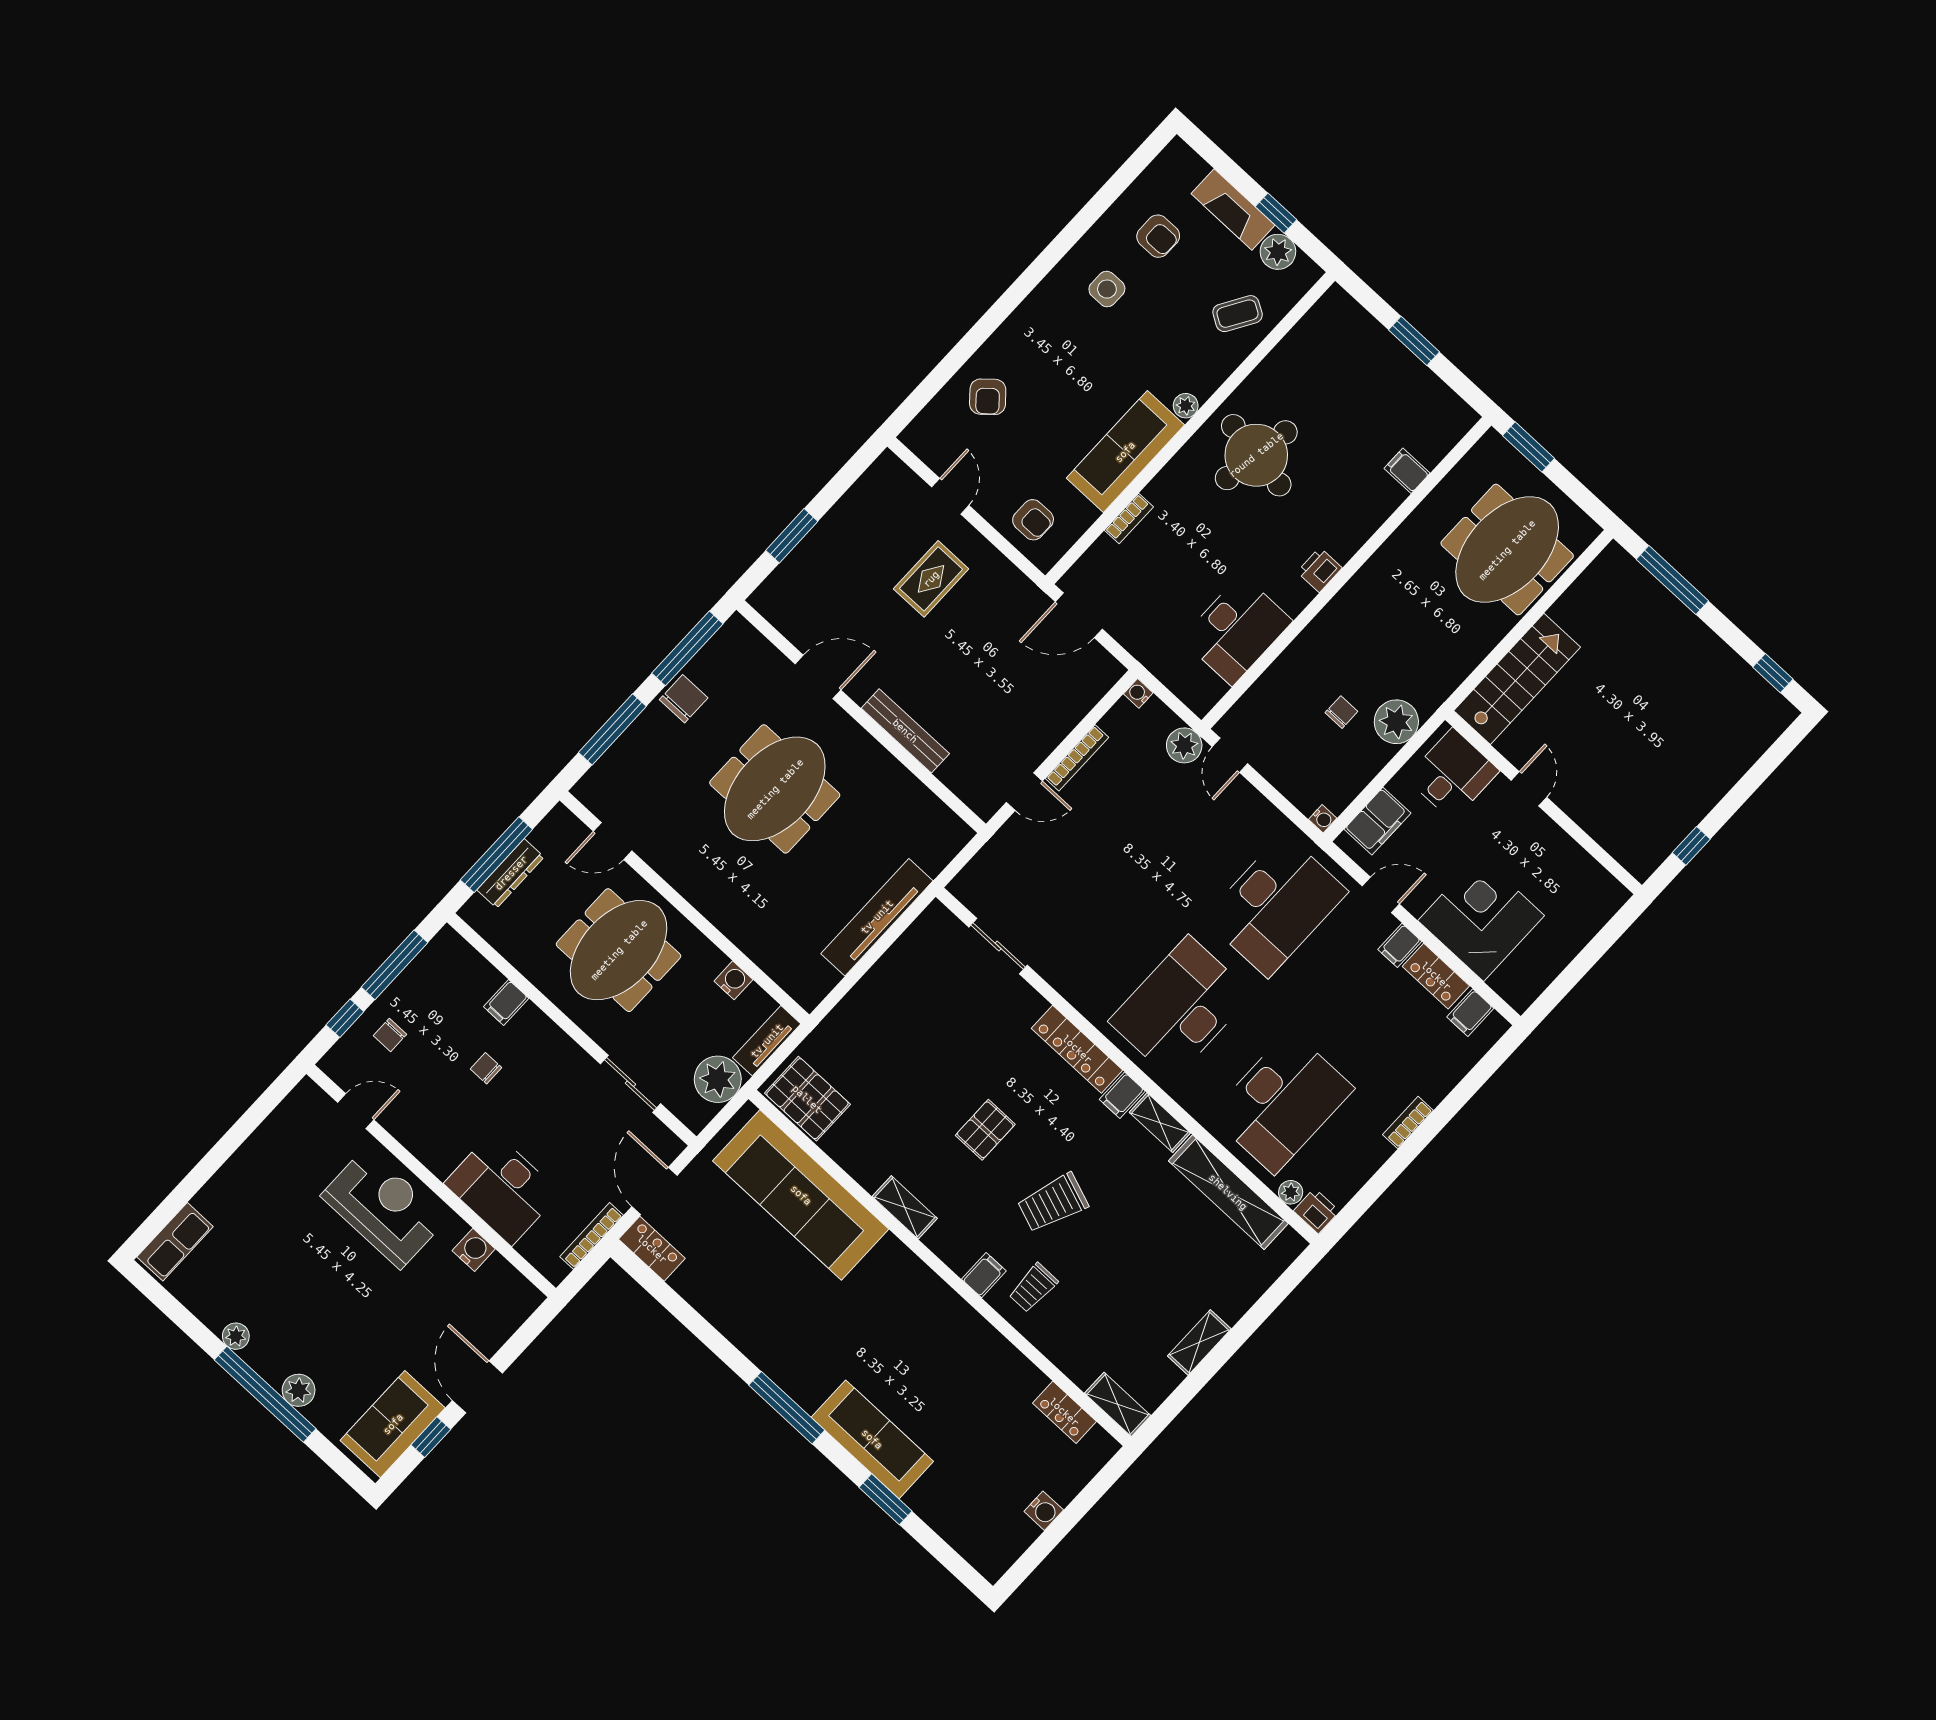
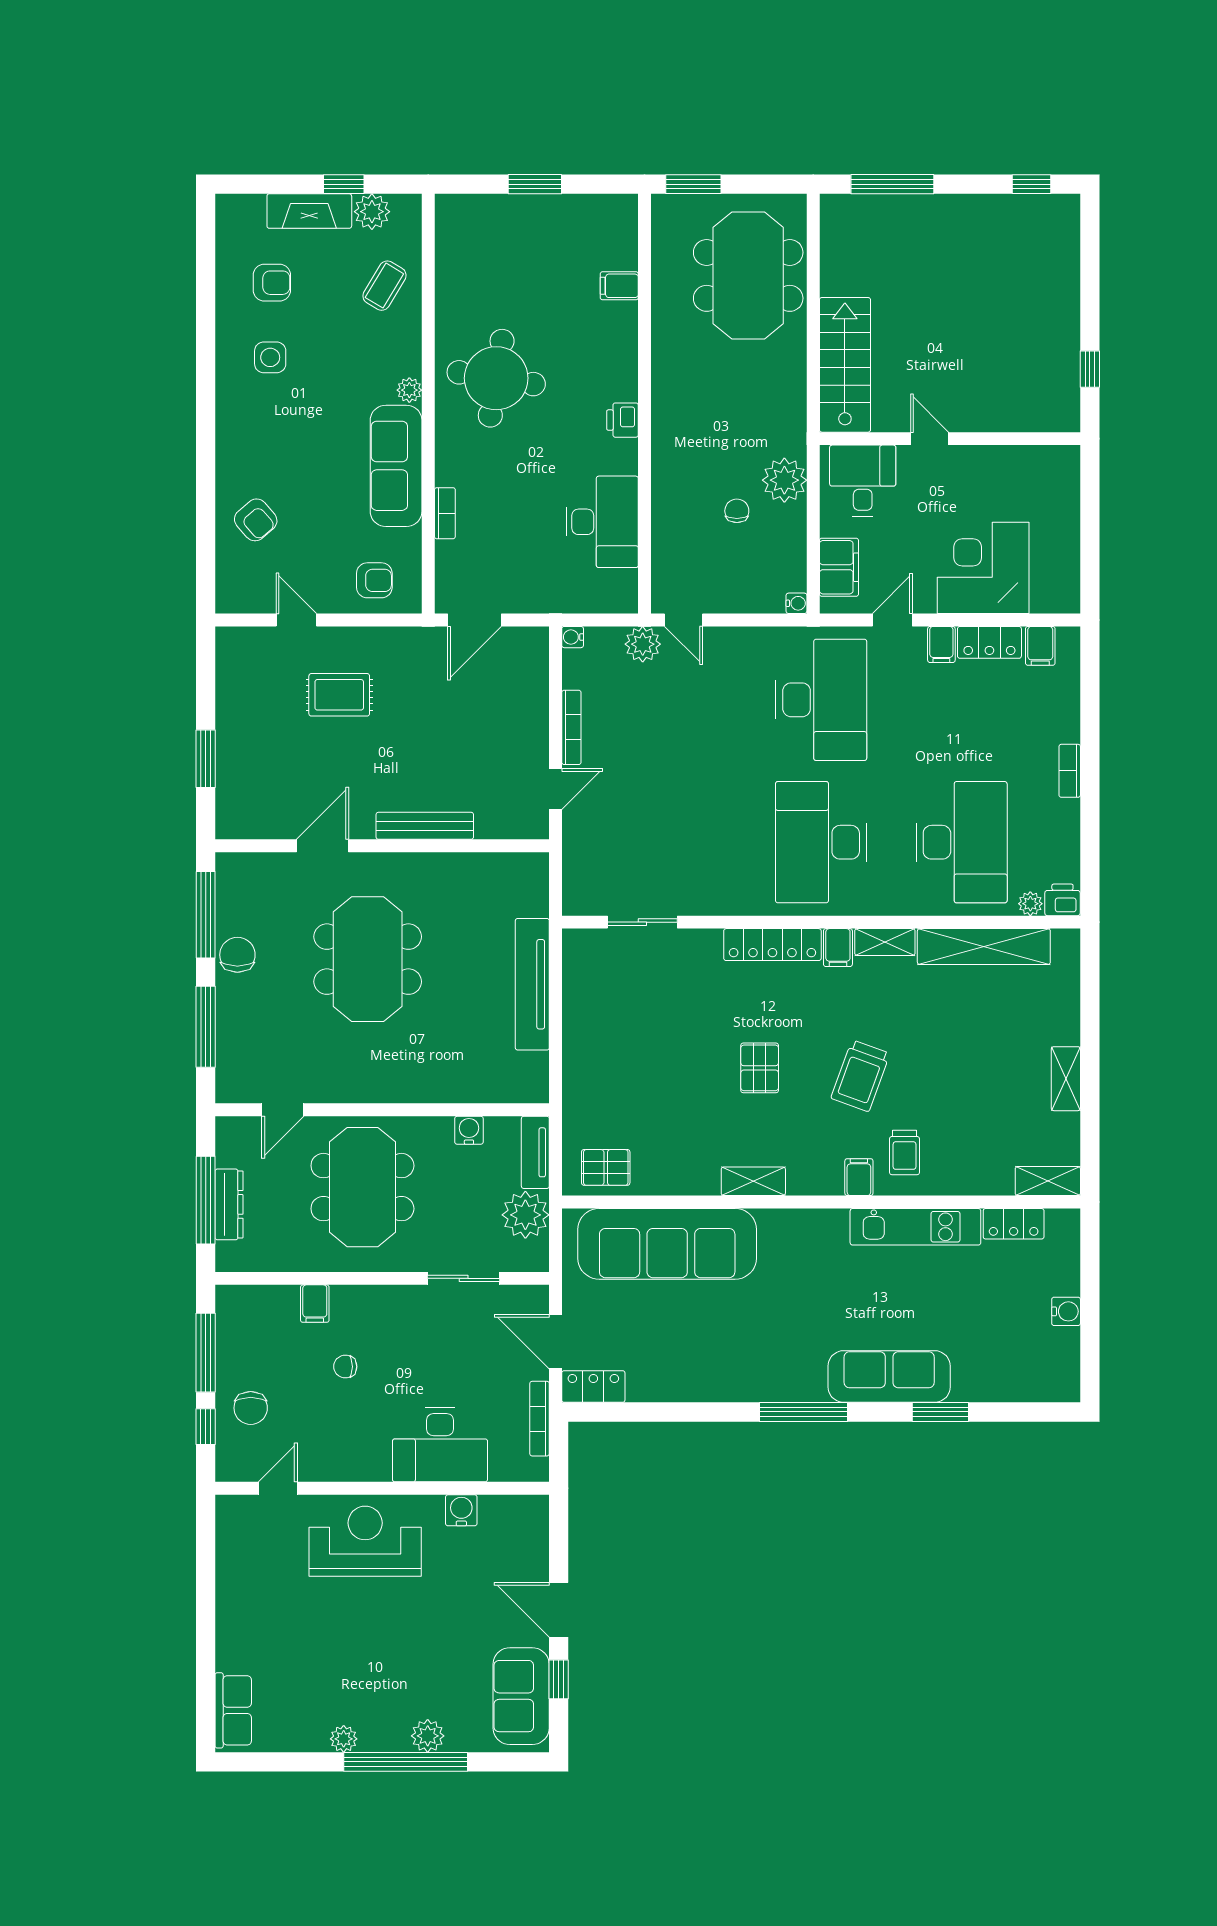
rug: (931, 579) -> (339, 695), turned 90
chair: (390, 1035) -> (251, 1408), width x1.37, depth x1.37
pallet: (807, 1099) -> (606, 1167), width x0.67, depth x0.71
kitchen unit: (991, 1349) -> (915, 1227), added

